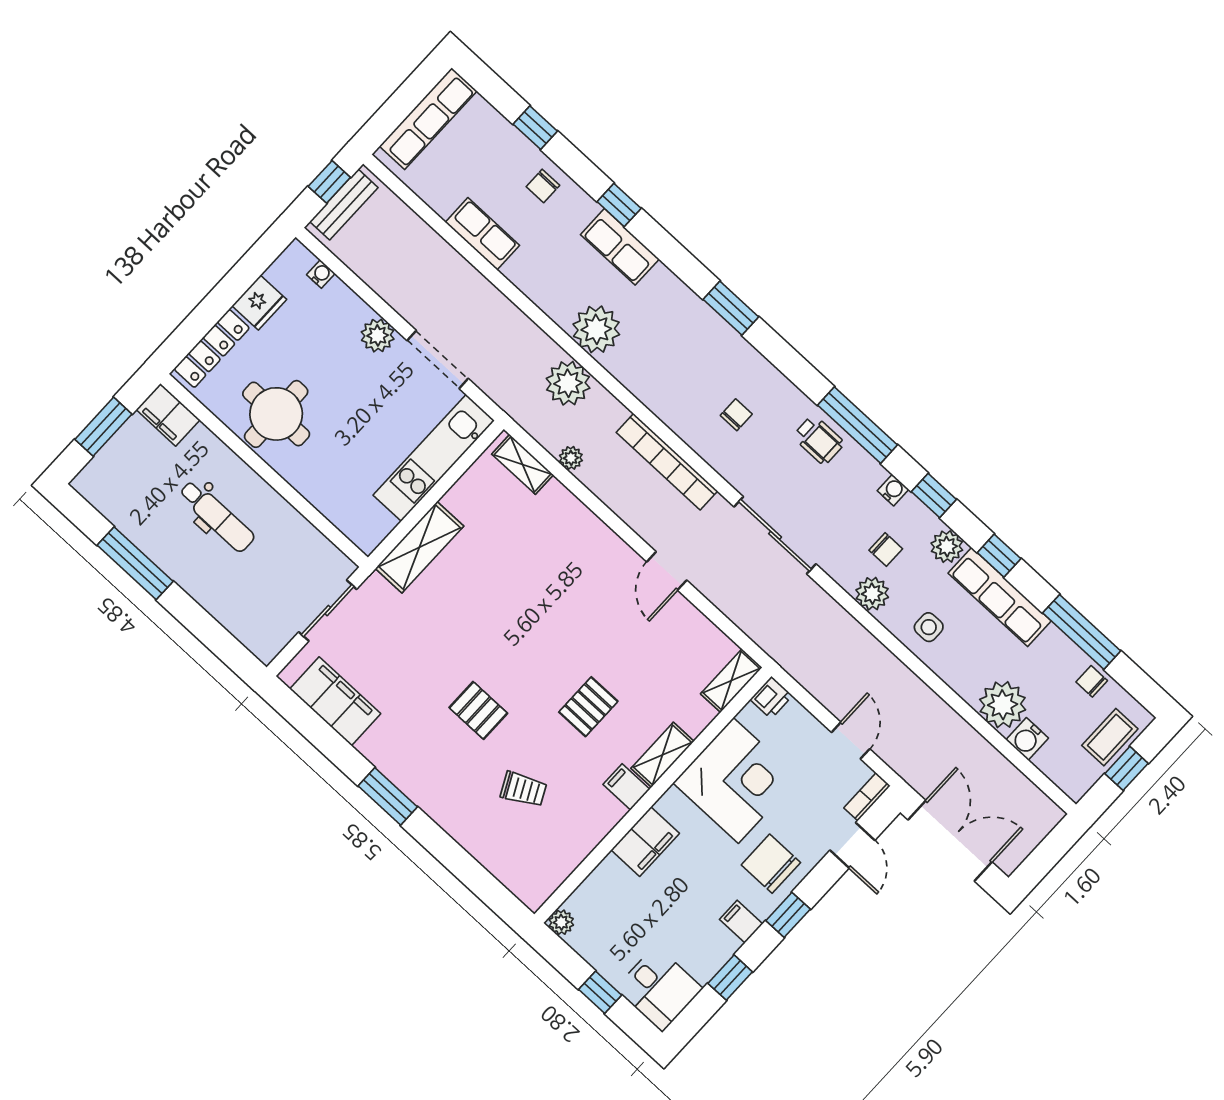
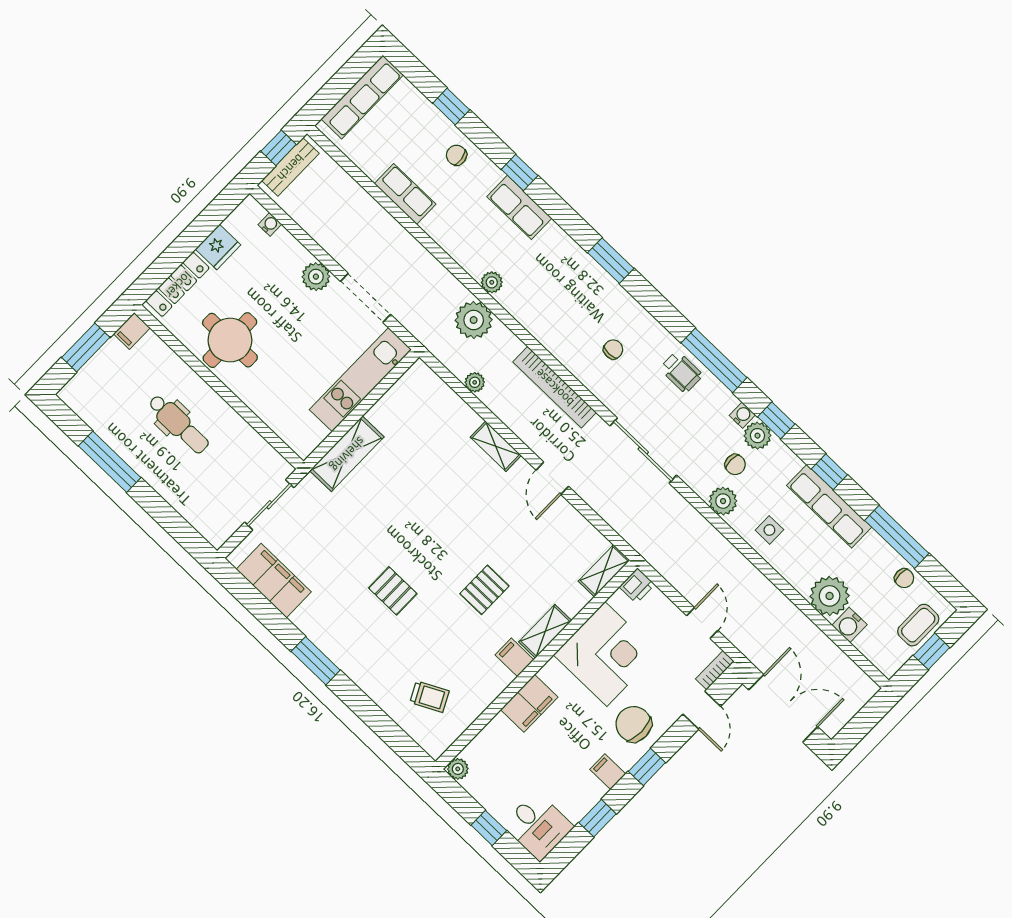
chair: (543, 186) -> (456, 155), turned 81
plant: (596, 329) -> (492, 282), width x0.53, depth x0.53
filing cabinet: (168, 415) -> (132, 331), width x0.50
shelving: (522, 464) -> (496, 446), moved
plant: (947, 547) -> (757, 436), moved
chair: (1092, 681) -> (904, 578), turned 180
trolley: (524, 789) -> (429, 697), moved

